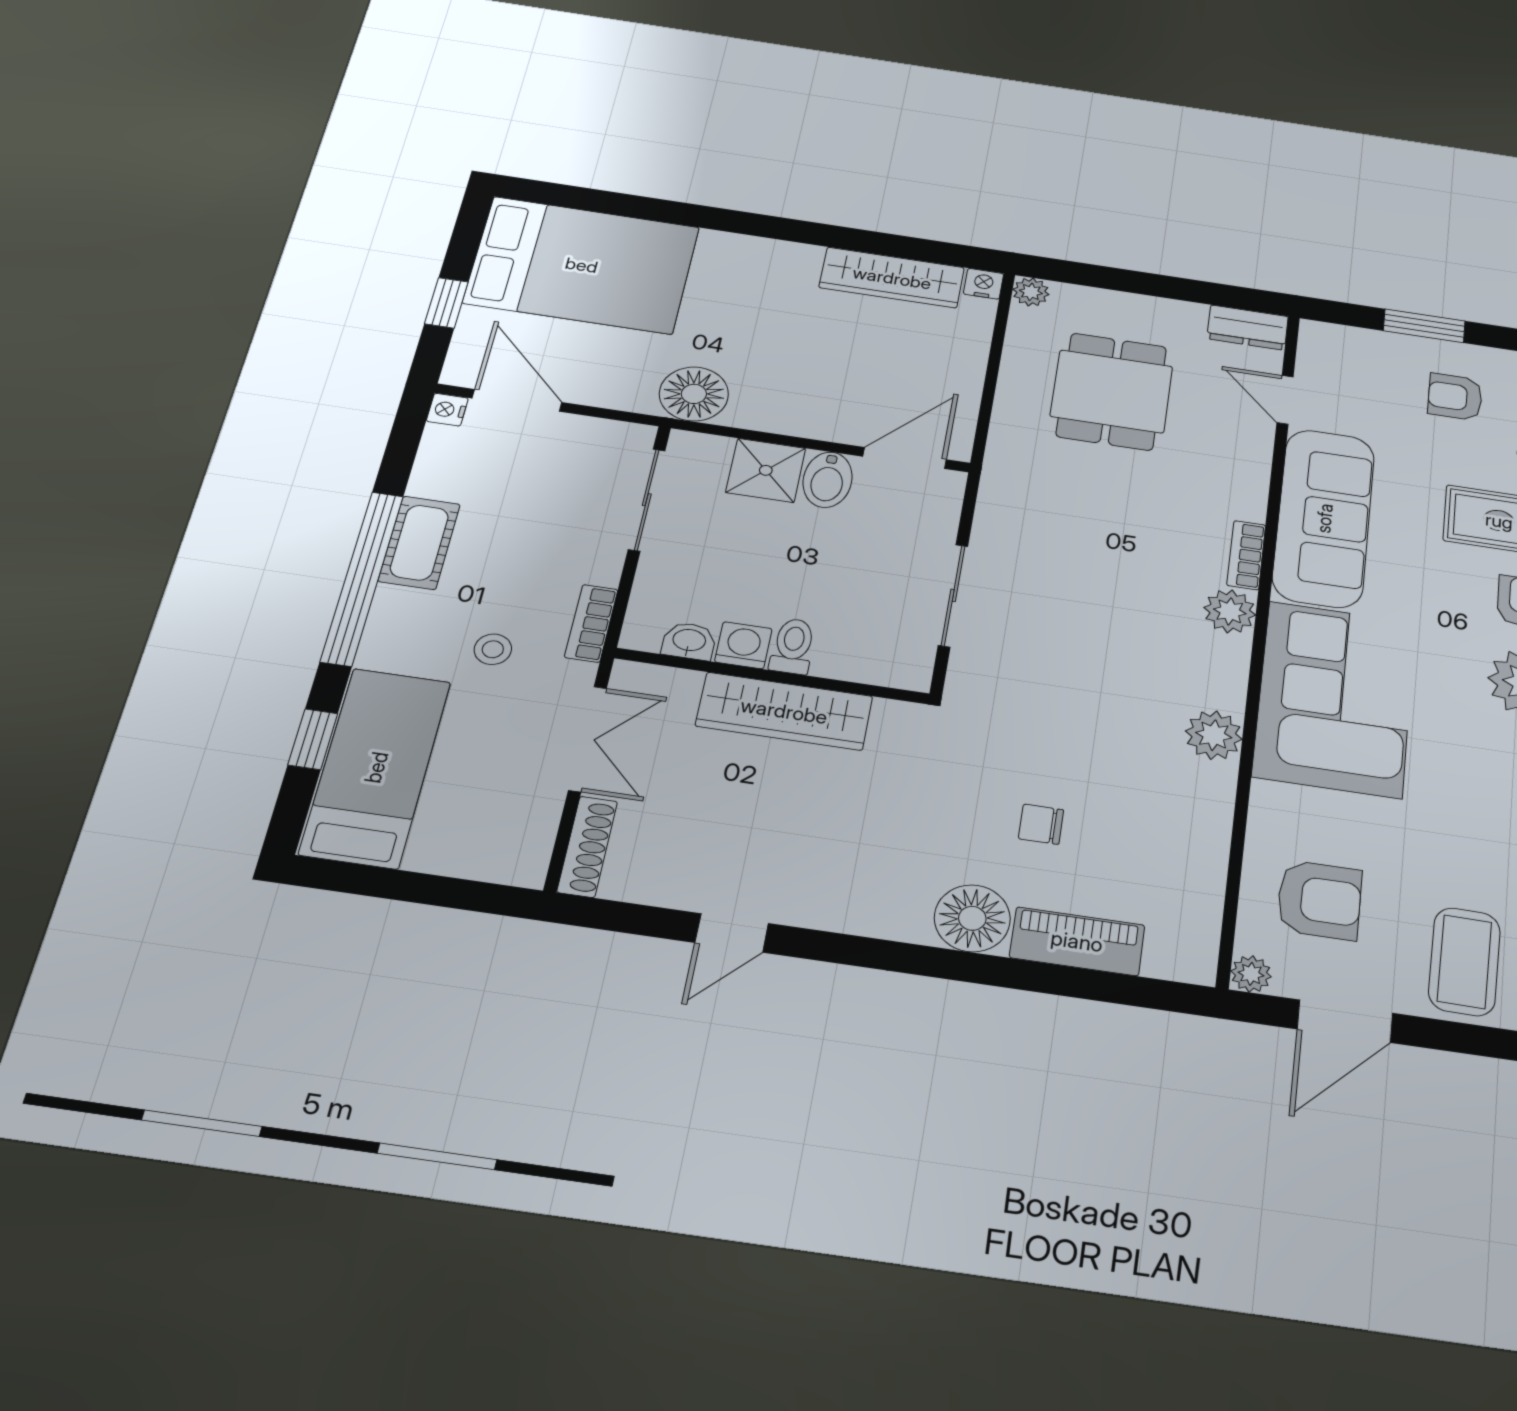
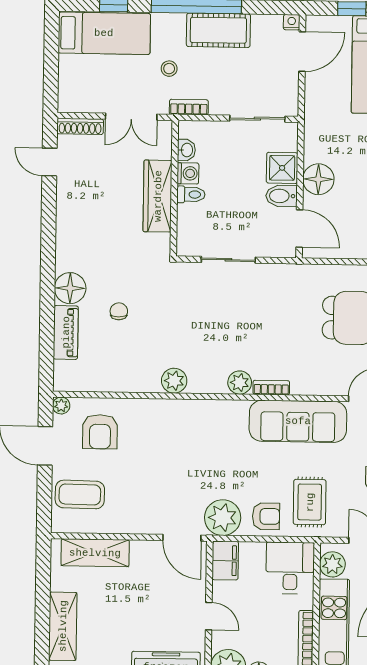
floor lamp: (694, 394) -> (318, 179), moved
cot: (419, 543) -> (218, 30), width x1.37, depth x1.34
corner sofa: (1335, 699) -> (201, 432), removed
door: (732, 933) -> (50, 162), moved

